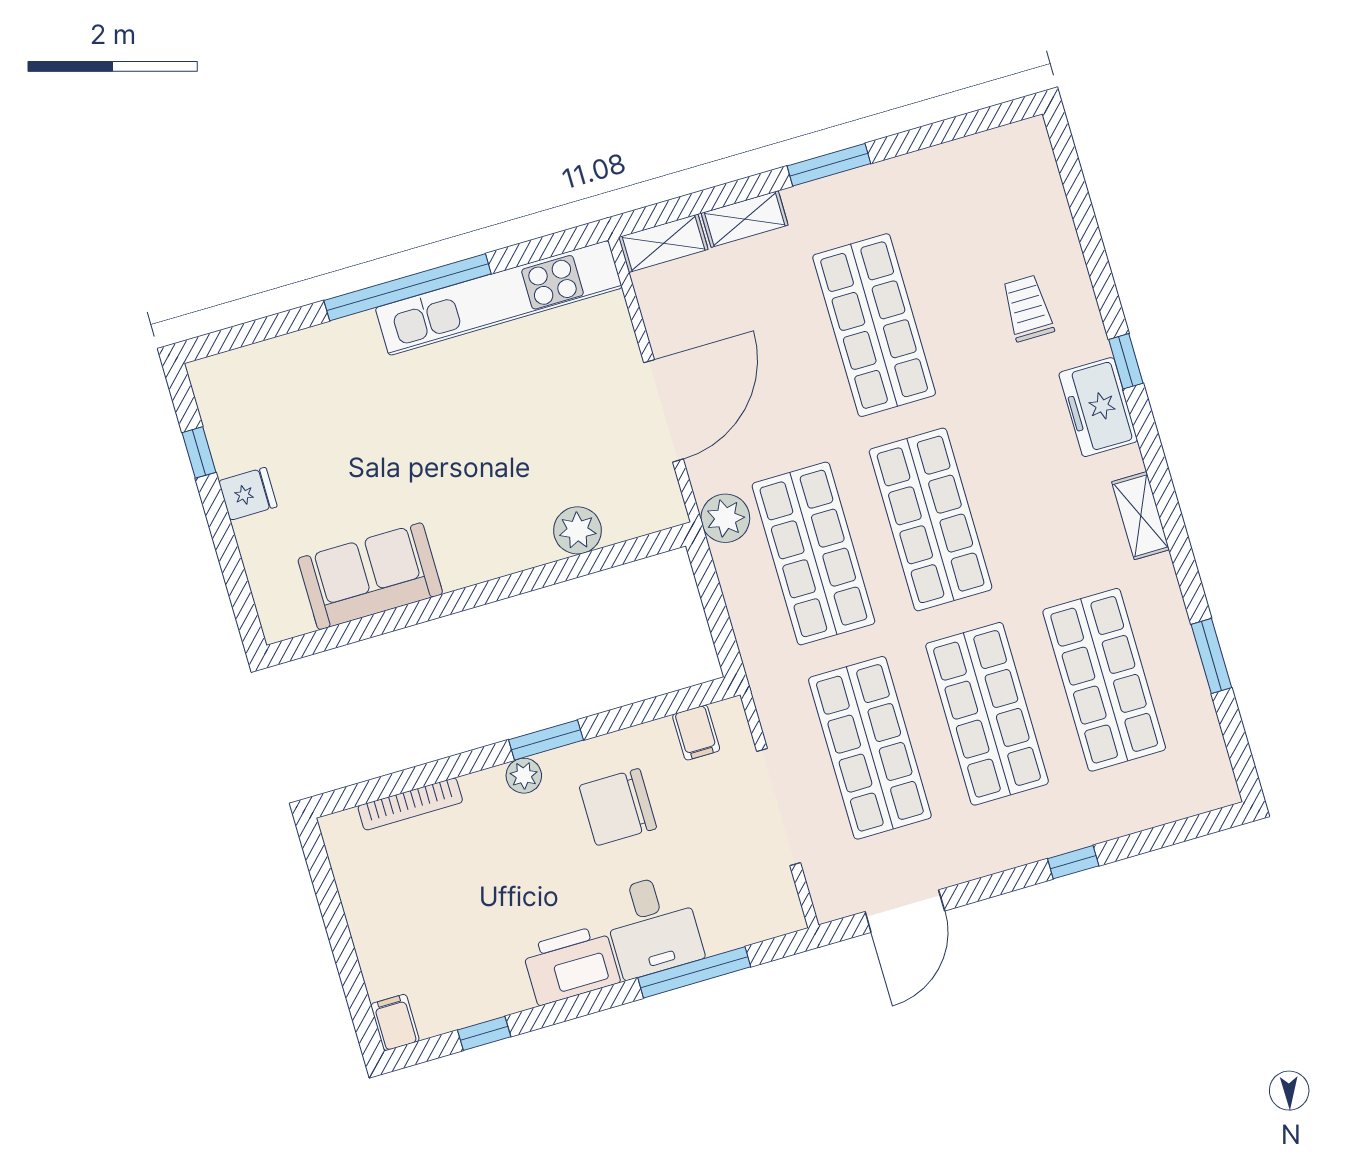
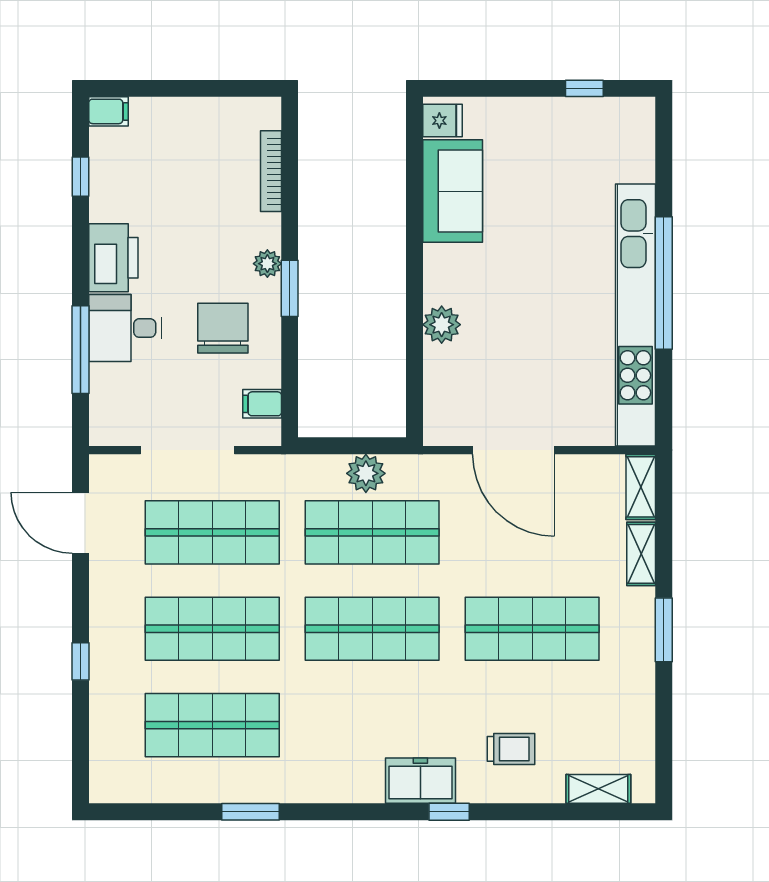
kitchen unit: (499, 298) -> (635, 315), width x1.36
fridge: (248, 494) -> (443, 121), moved, turned -90
shelving: (1141, 516) -> (598, 789), moved
plant: (725, 518) -> (366, 473), moved
plant: (578, 530) -> (442, 325), moved
window: (1211, 656) -> (251, 812), moved

